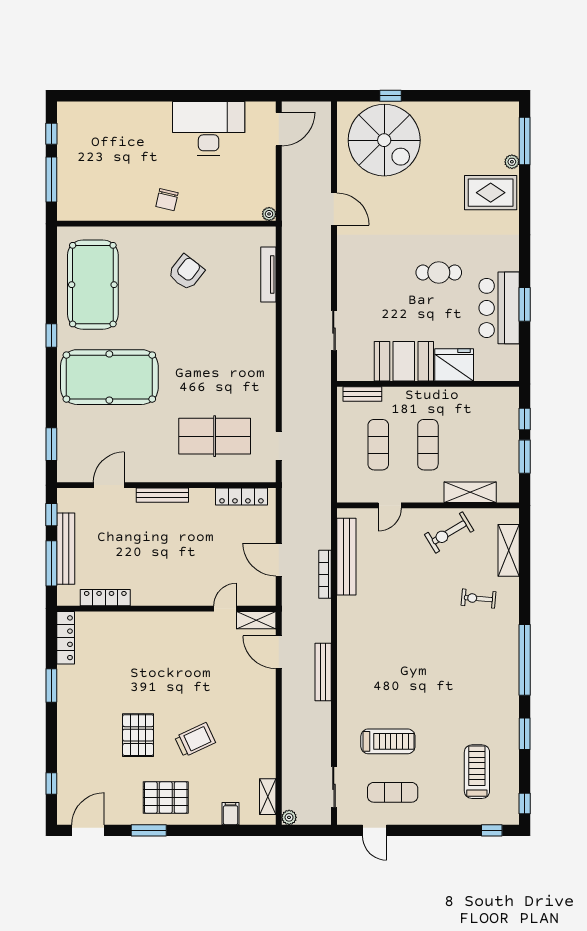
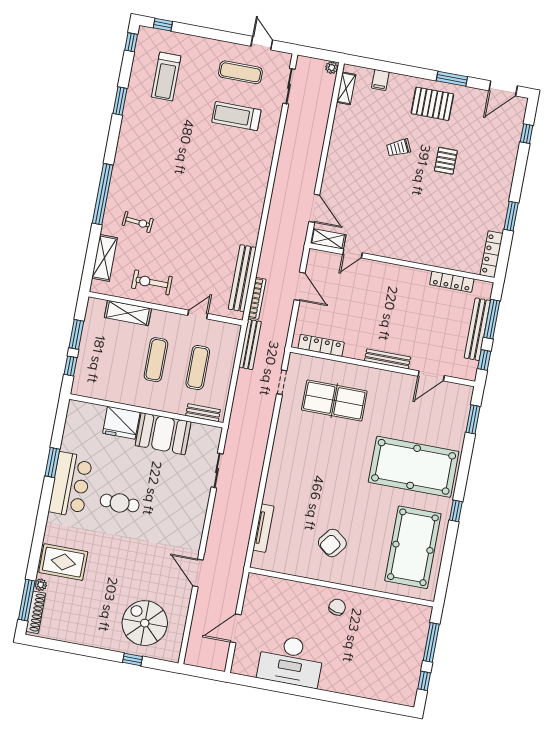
door: (279, 129) -> (236, 628), moved
shoe rack: (512, 129) -> (36, 612), added
spiral stairs: (384, 140) -> (145, 623), width x0.73, depth x0.73
plant: (269, 214) -> (253, 579), removed
bar counter: (499, 308) -> (71, 485), moved
exercise bike: (449, 532) -> (152, 282), turned -149
bookcase: (325, 574) -> (257, 298), moved
window: (525, 660) -> (103, 194), moved
bench: (323, 672) -> (250, 344), moved
pallet: (138, 735) -> (446, 161), width x0.67, depth x0.71
trolley: (195, 740) -> (399, 148), width x0.73, depth x0.72

